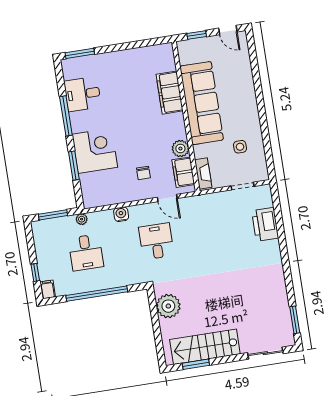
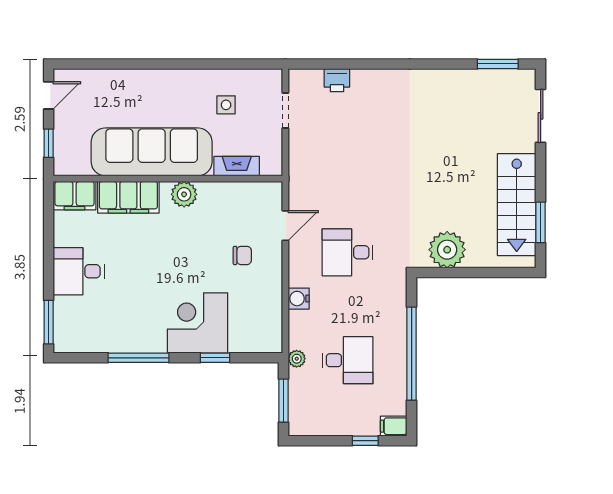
desk: (83, 94) -> (79, 271), moved, turned 90
plant: (180, 149) -> (184, 194), moved
window: (74, 166) -> (215, 358), width x0.67
filing cabinet: (183, 172) -> (75, 196), moved
fireplace: (203, 174) -> (237, 166), moved
printer: (265, 224) -> (337, 80), width x0.53, depth x0.68

